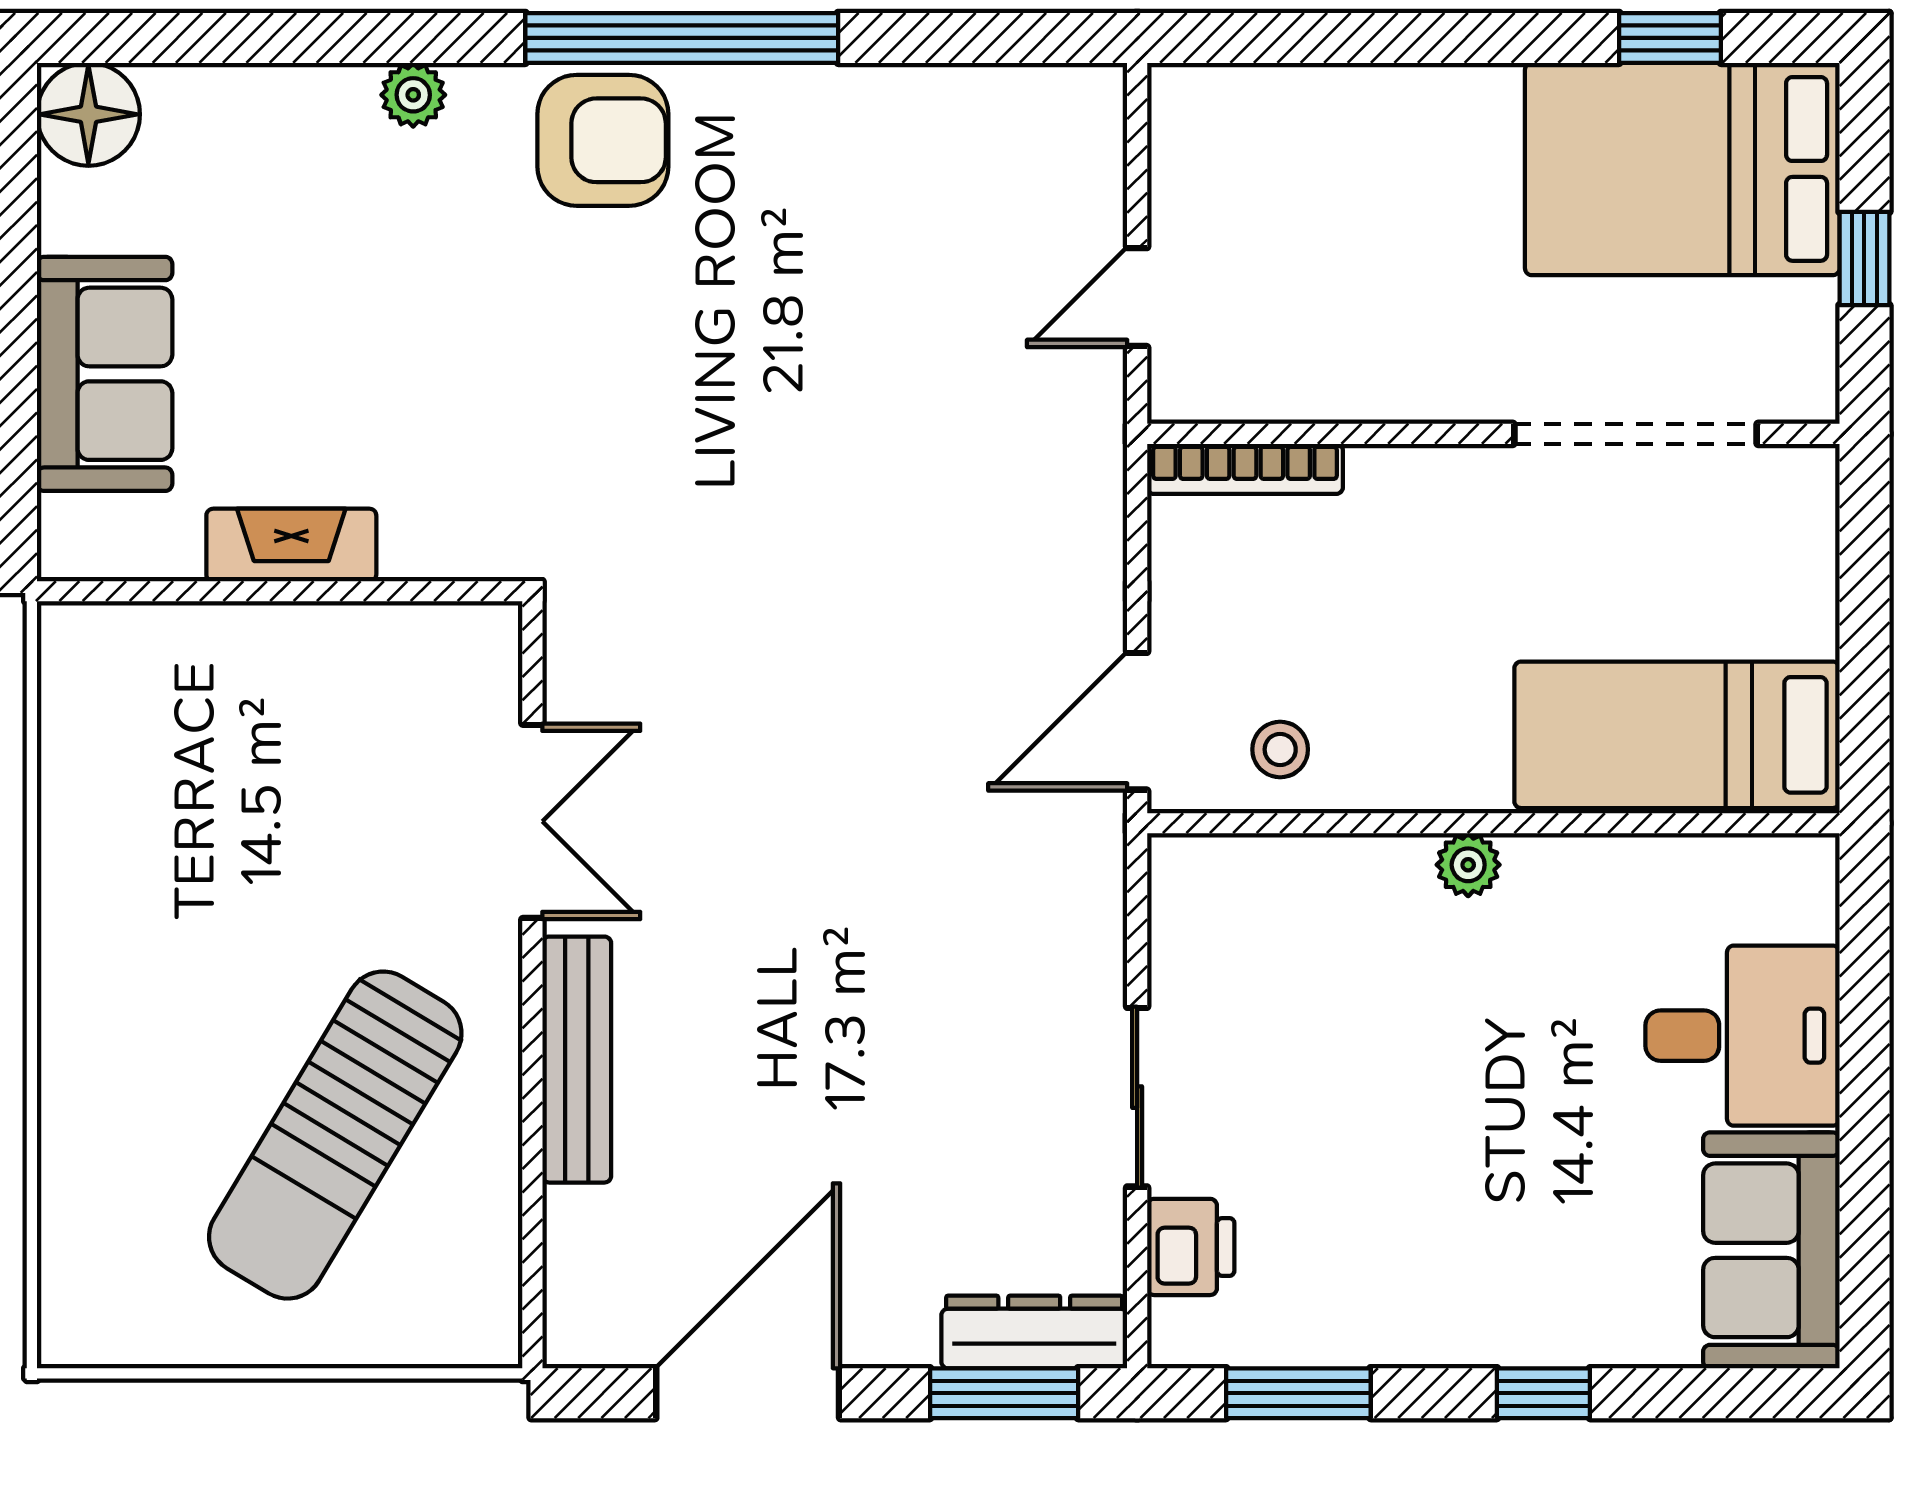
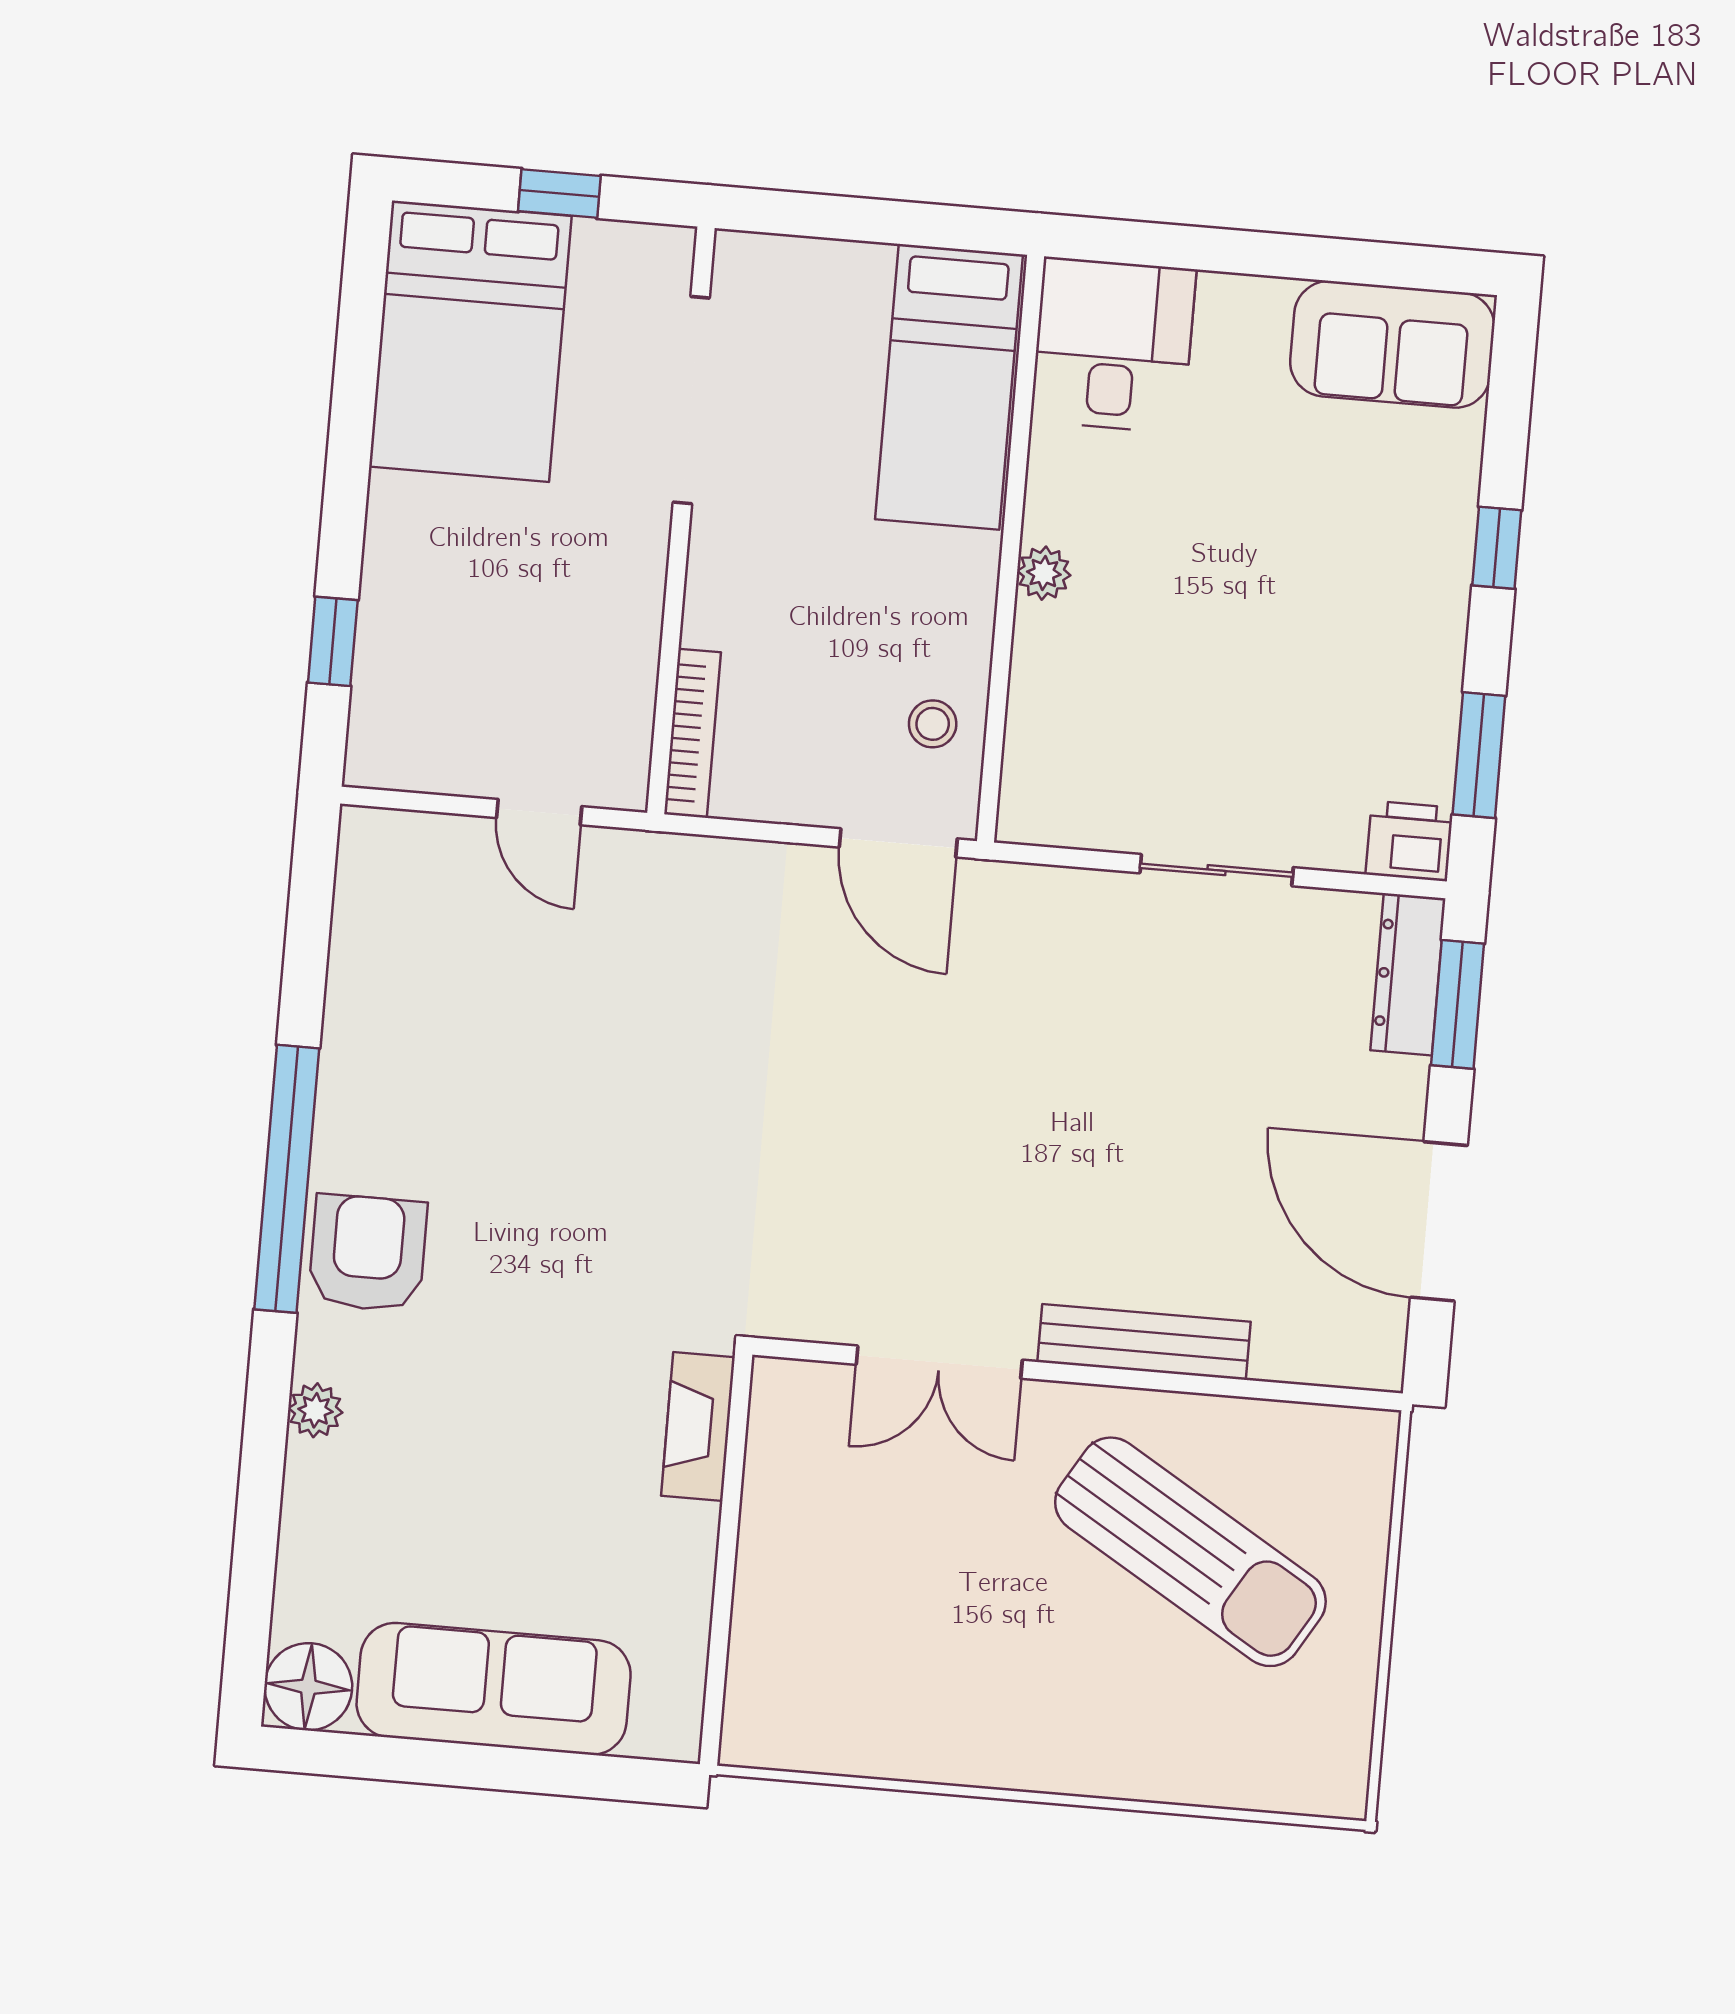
window: (1670, 38) -> (333, 641), moved
sofa: (105, 374) -> (494, 1689), width x1.36
fireplace: (291, 545) -> (698, 1427), moved
double door: (532, 821) -> (939, 1362), swing flipped
desk: (1743, 1036) -> (1113, 345), moved
printer: (1191, 1247) -> (1409, 841), moved

